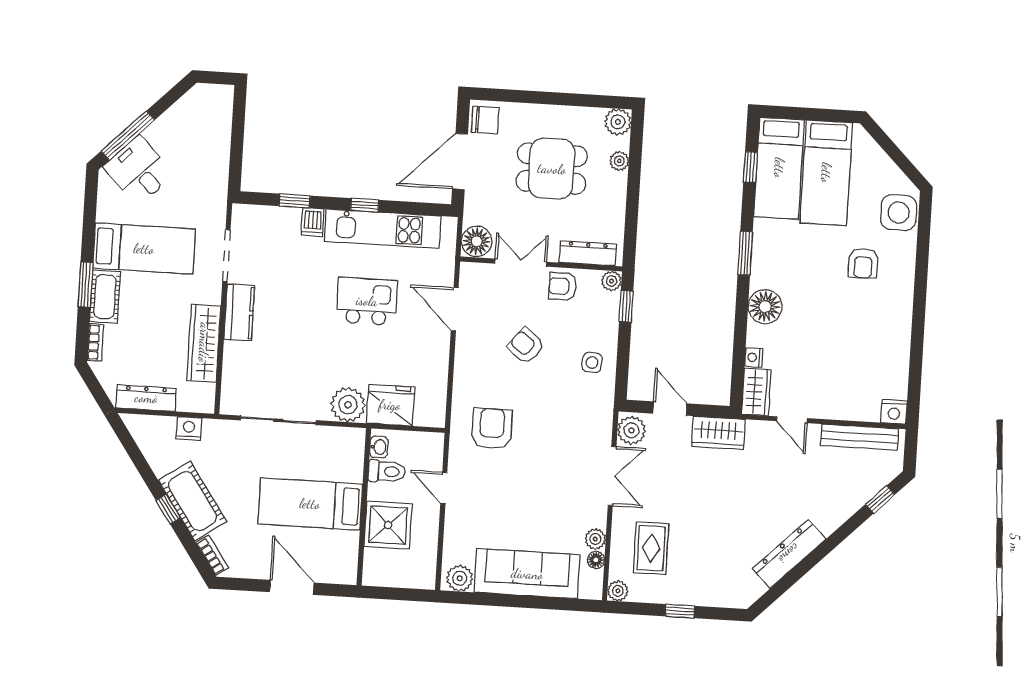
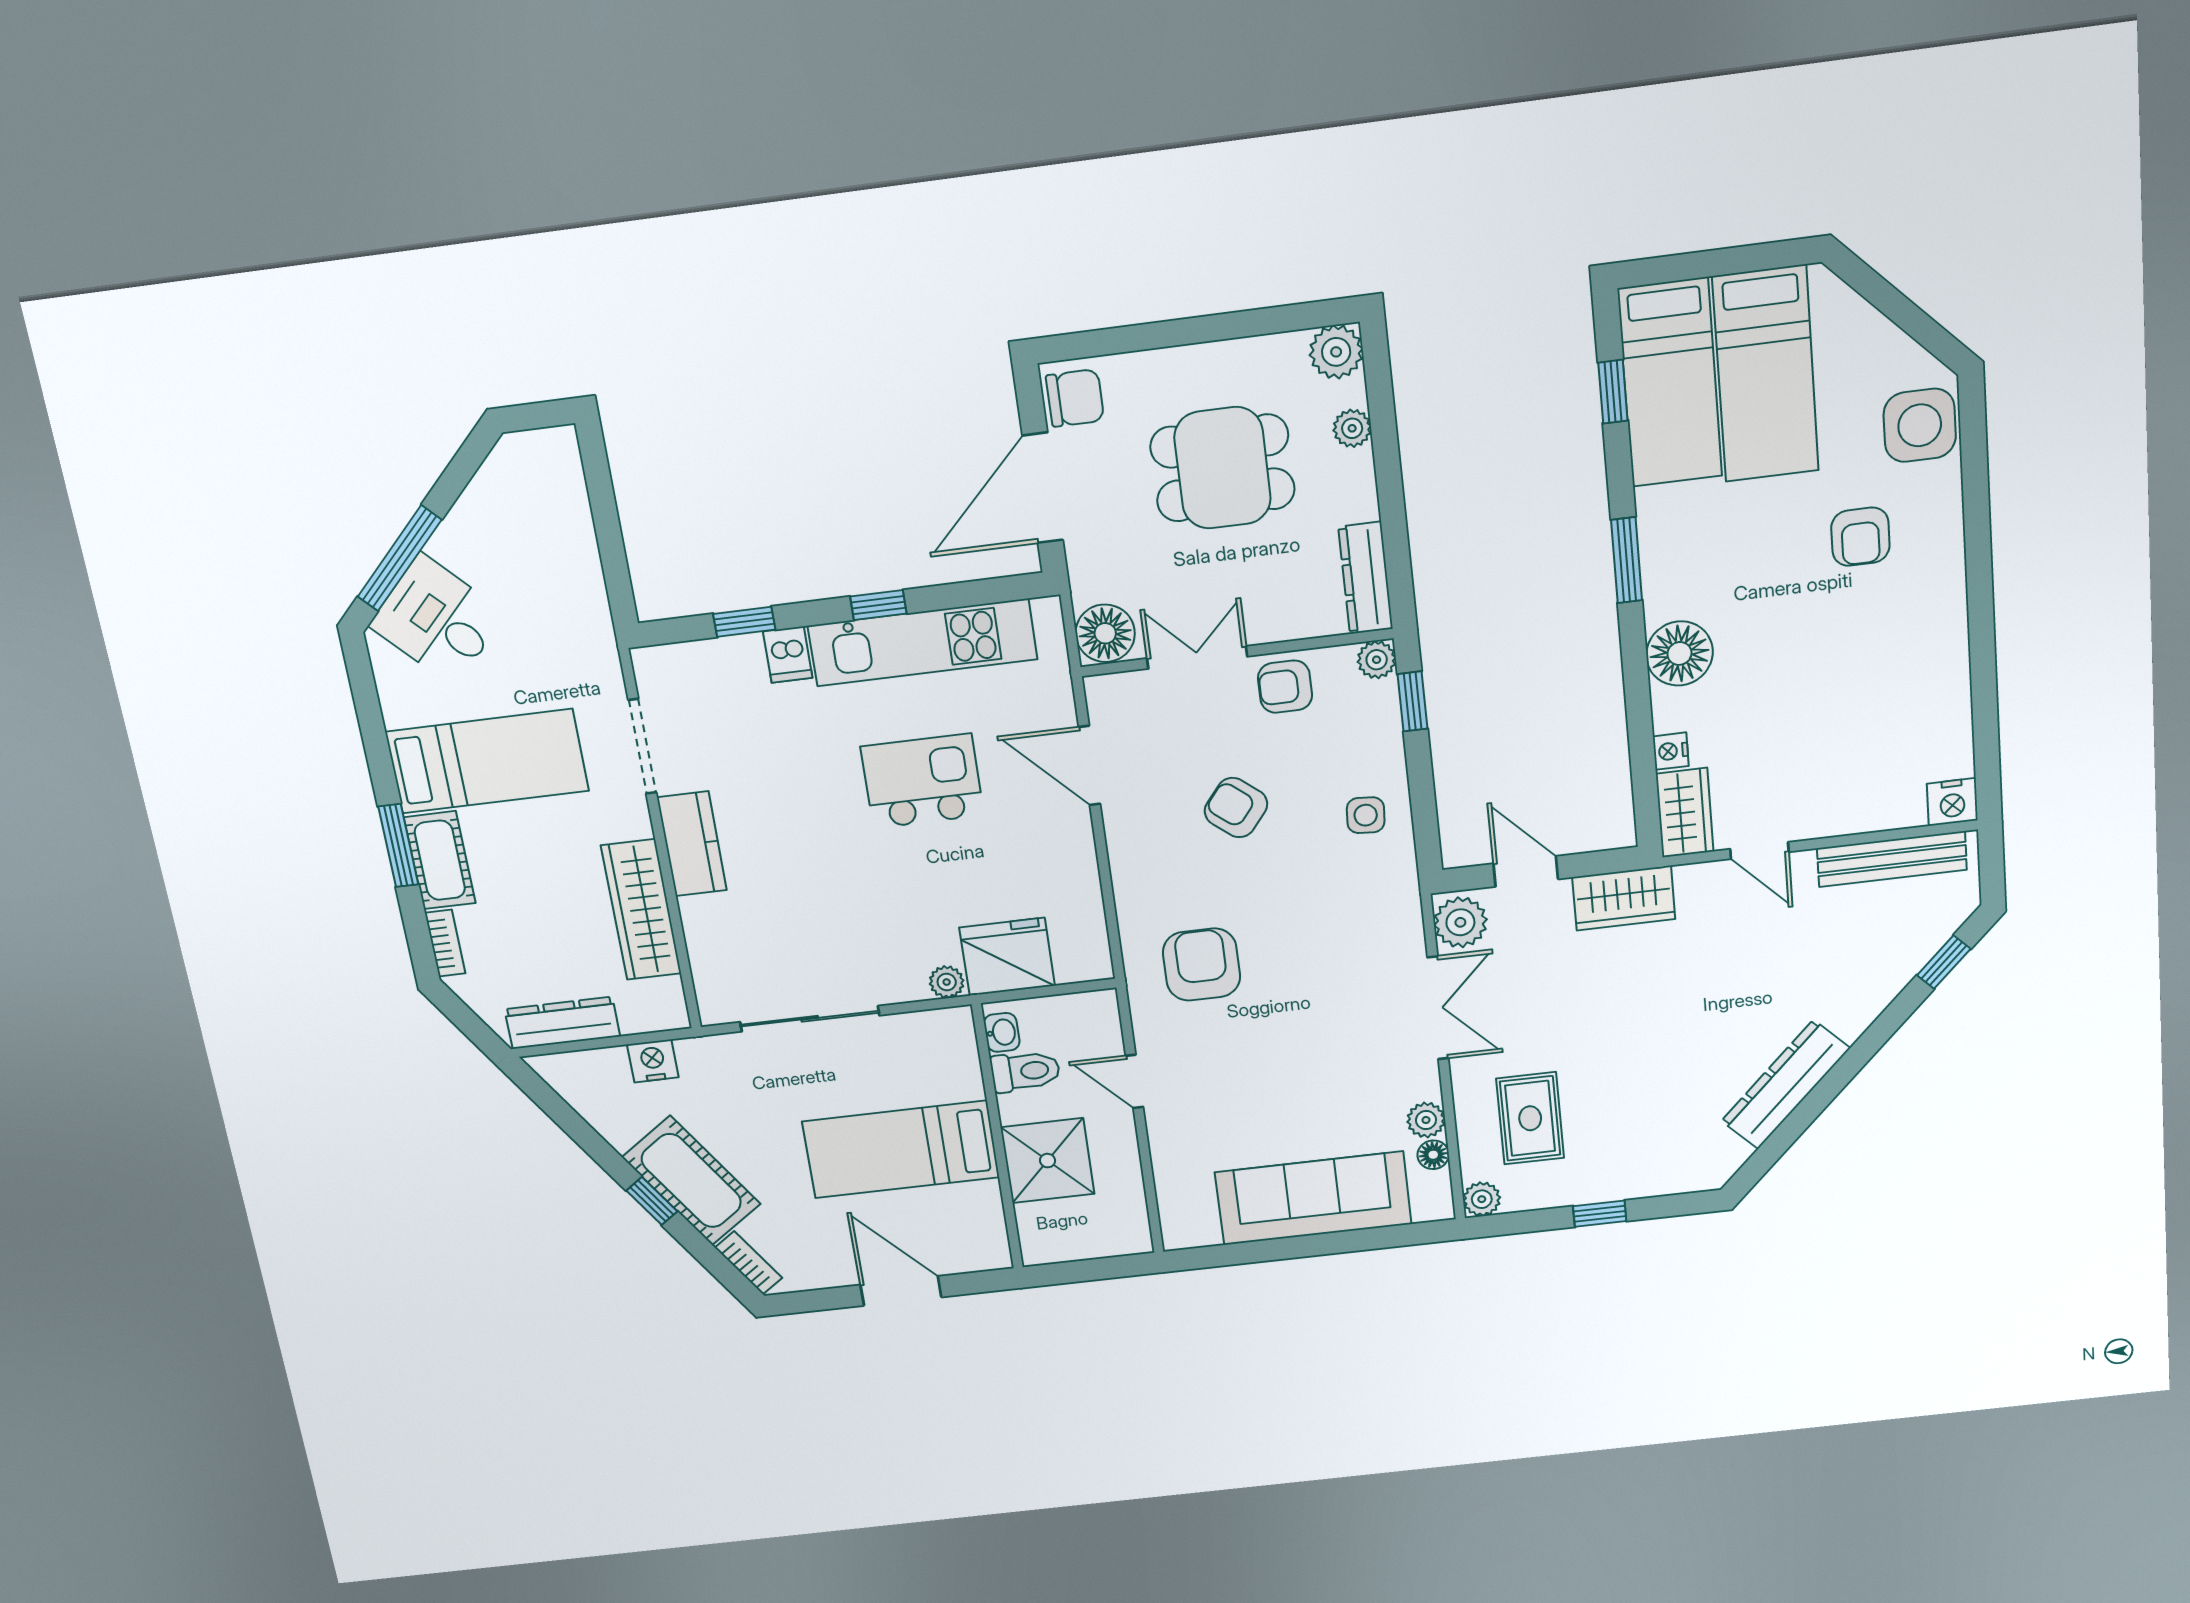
dresser: (588, 253) -> (1366, 578), moved, turned -90
plant: (348, 405) -> (947, 982), width x0.53, depth x0.53
plant: (460, 578) -> (1194, 1226), removed

